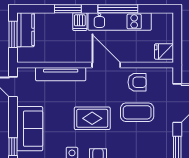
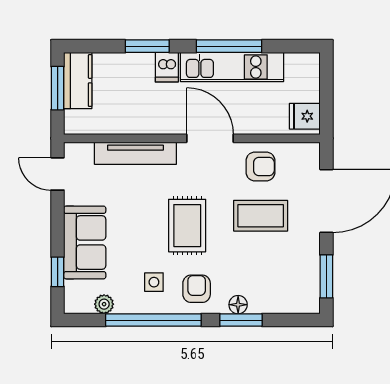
rug: (92, 118) -> (187, 226), turned 90

